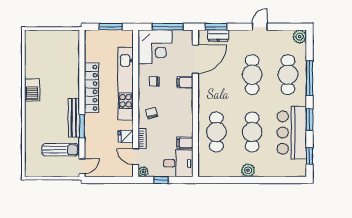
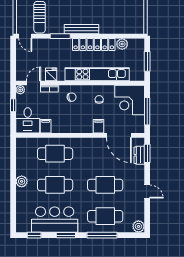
plant: (91, 55) -> (122, 44), added
bench: (74, 118) -> (82, 29), moved

